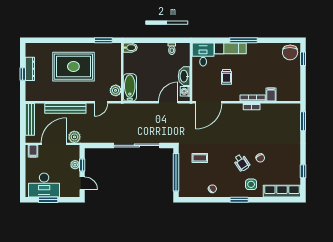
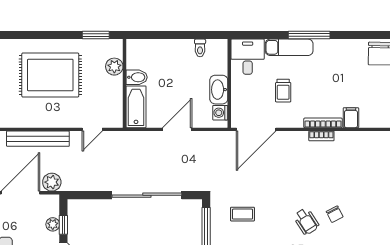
bidet: (130, 48) -> (137, 77), moved
plant: (116, 90) -> (114, 67), moved
door: (168, 102) -> (177, 129), moved

